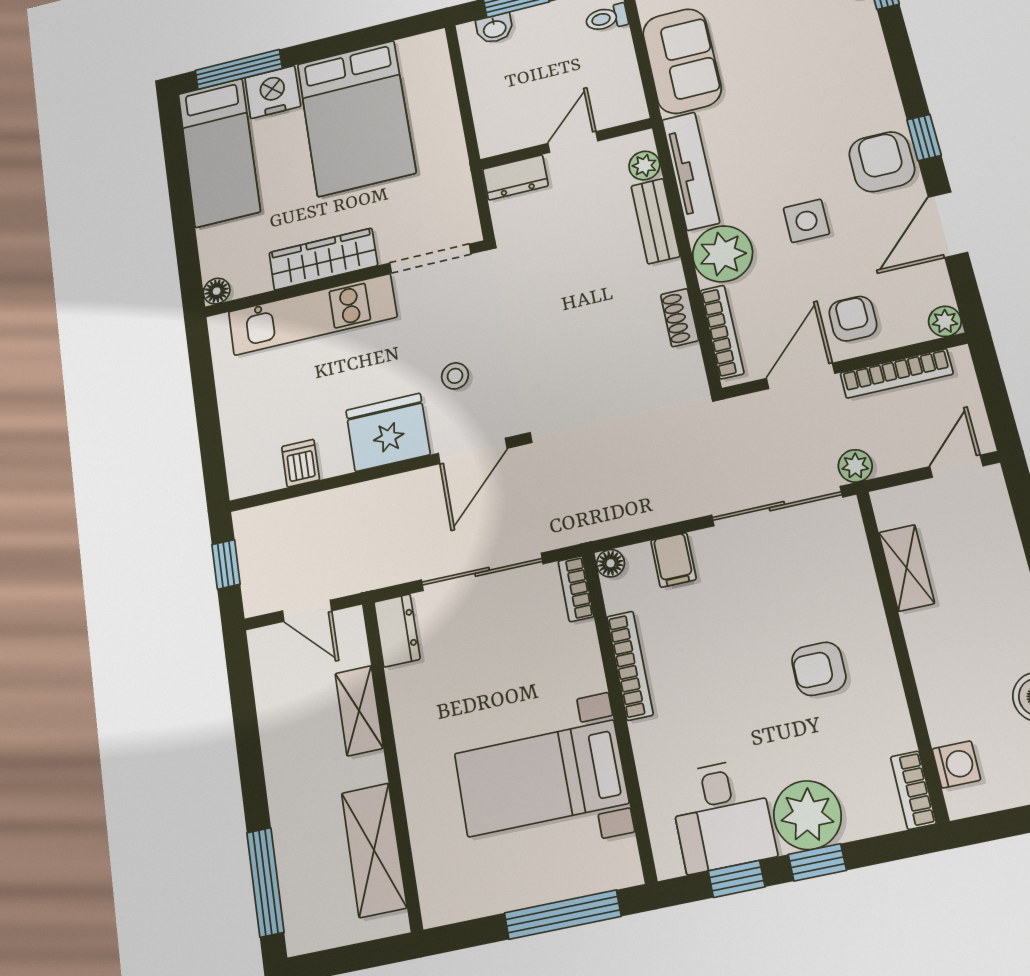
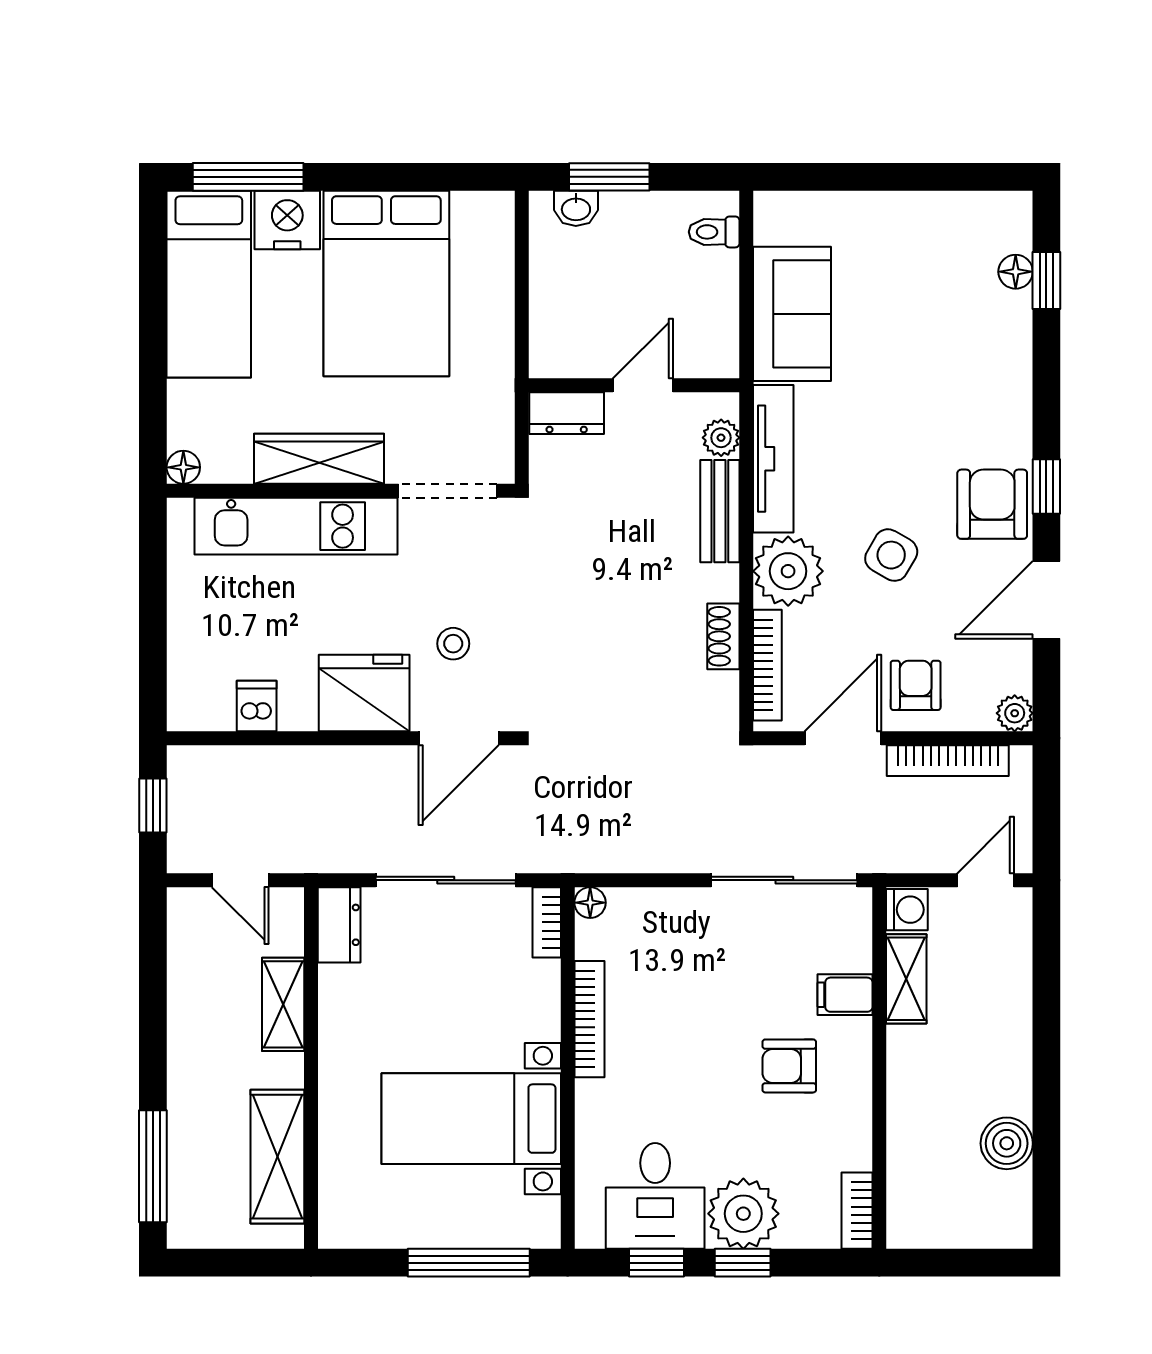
side table: (806, 221) -> (891, 555), turned 30
plant: (855, 466) -> (879, 855), removed
filing cabinet: (673, 560) -> (845, 995), moved, turned 90
washing machine: (956, 764) -> (907, 910), moved

